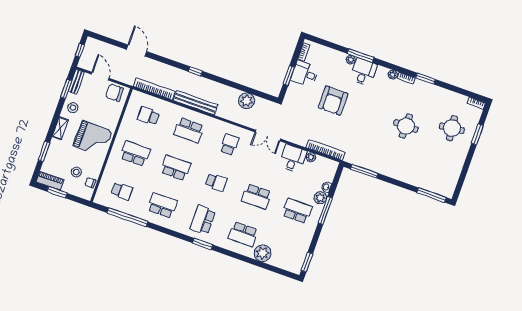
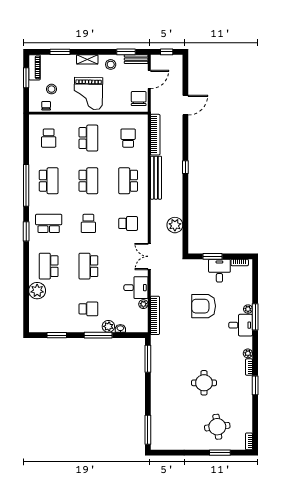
school desk: (297, 211) -> (88, 309), width x0.54
window: (127, 217) -> (26, 185), moved
window: (307, 262) -> (57, 335), moved

